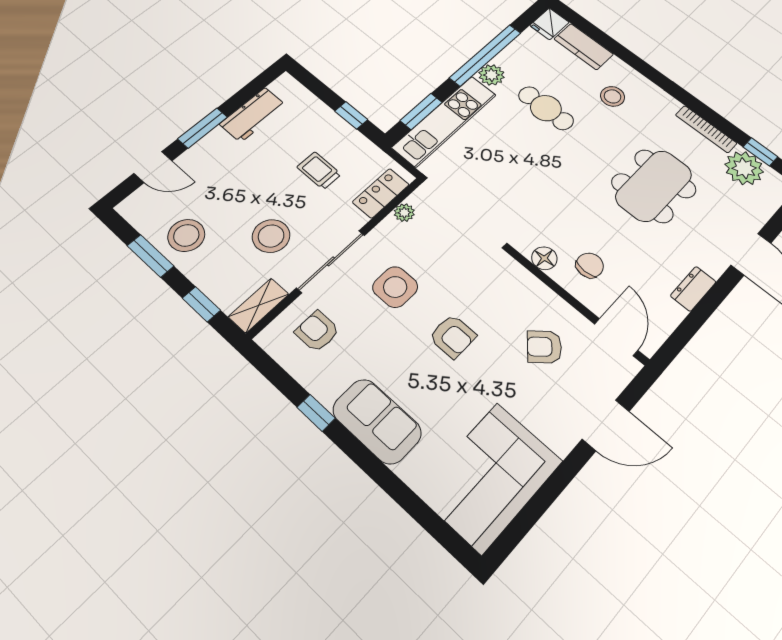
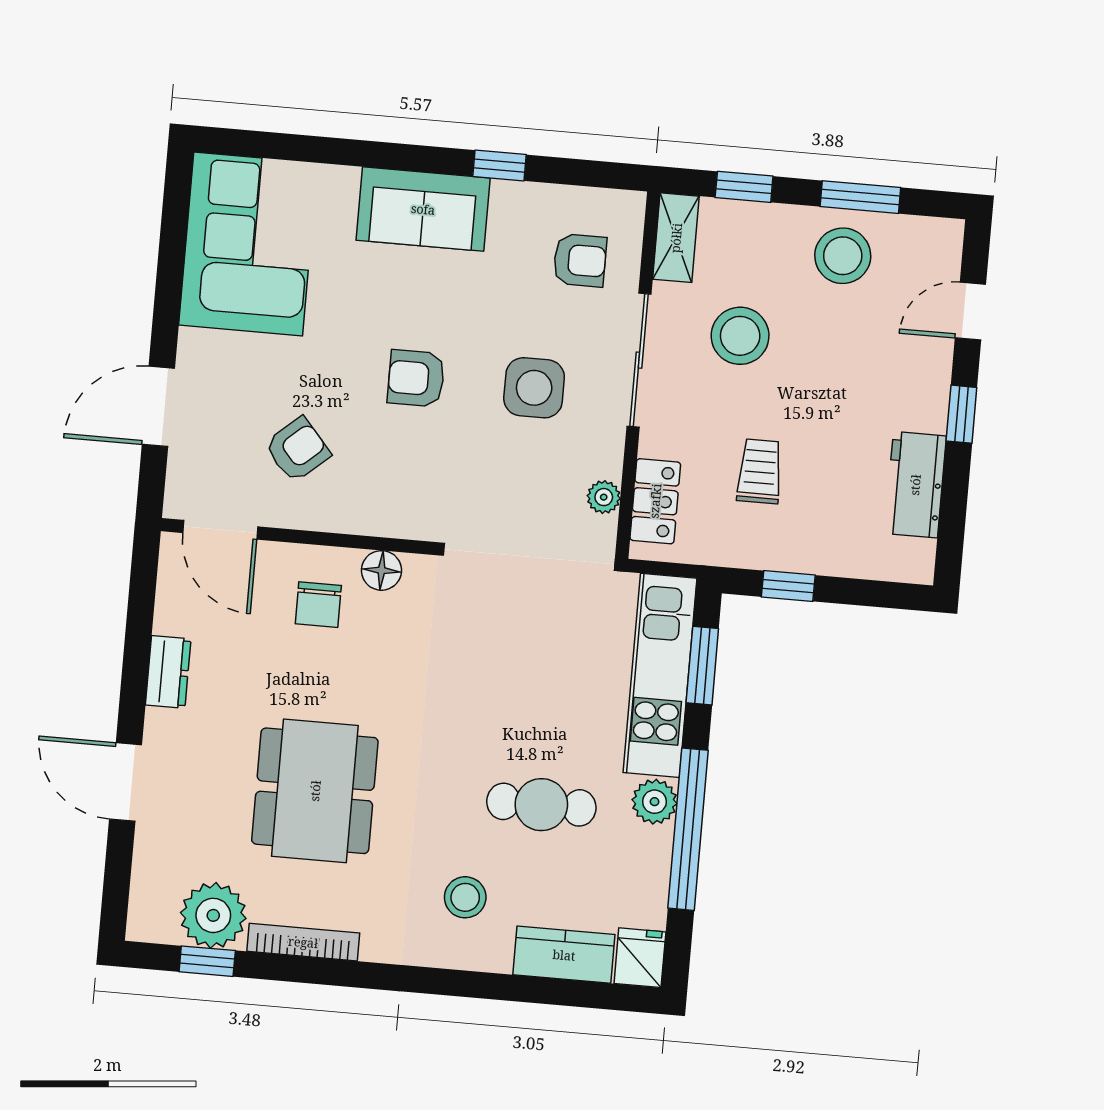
window: (203, 128) -> (961, 414), width x0.67
trolley: (319, 171) -> (760, 471), turned -90

